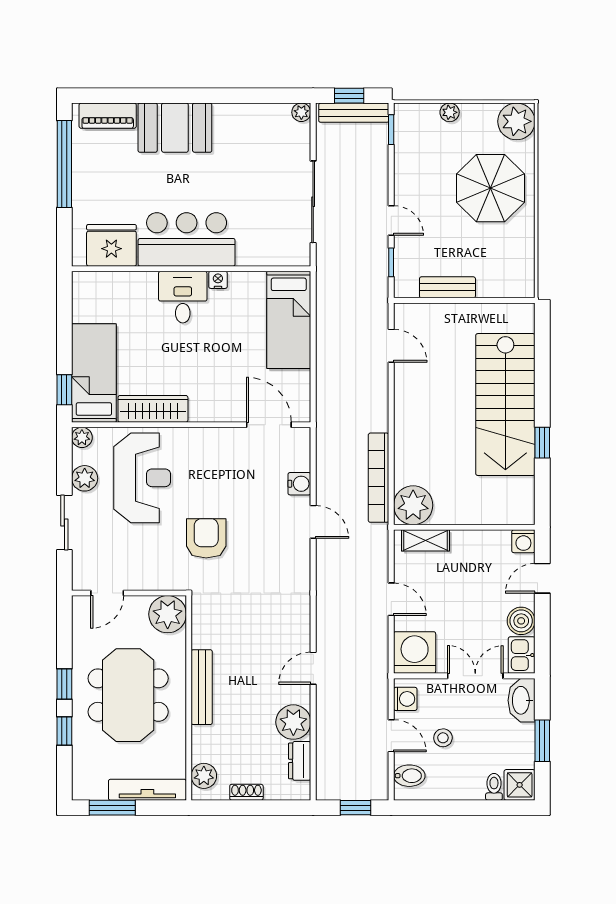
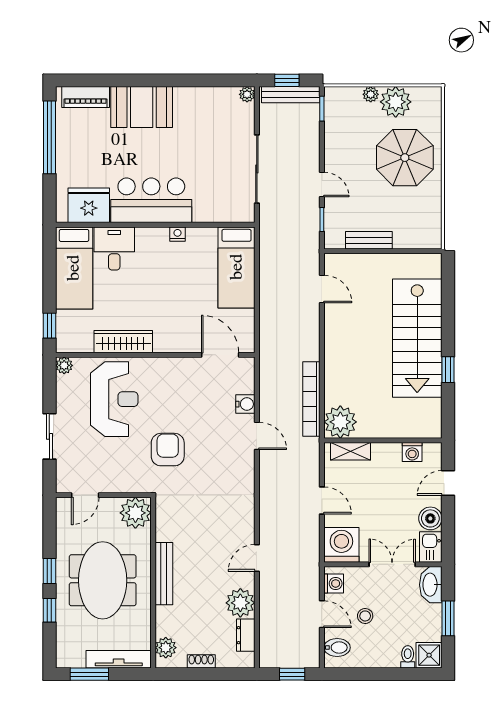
plant: (516, 121) -> (396, 102), moved
desk: (183, 297) -> (114, 248), moved
bed: (94, 373) -> (74, 268), moved, turned 180
plant: (85, 478) -> (66, 400), removed
washing machine: (523, 541) -> (412, 452), moved

